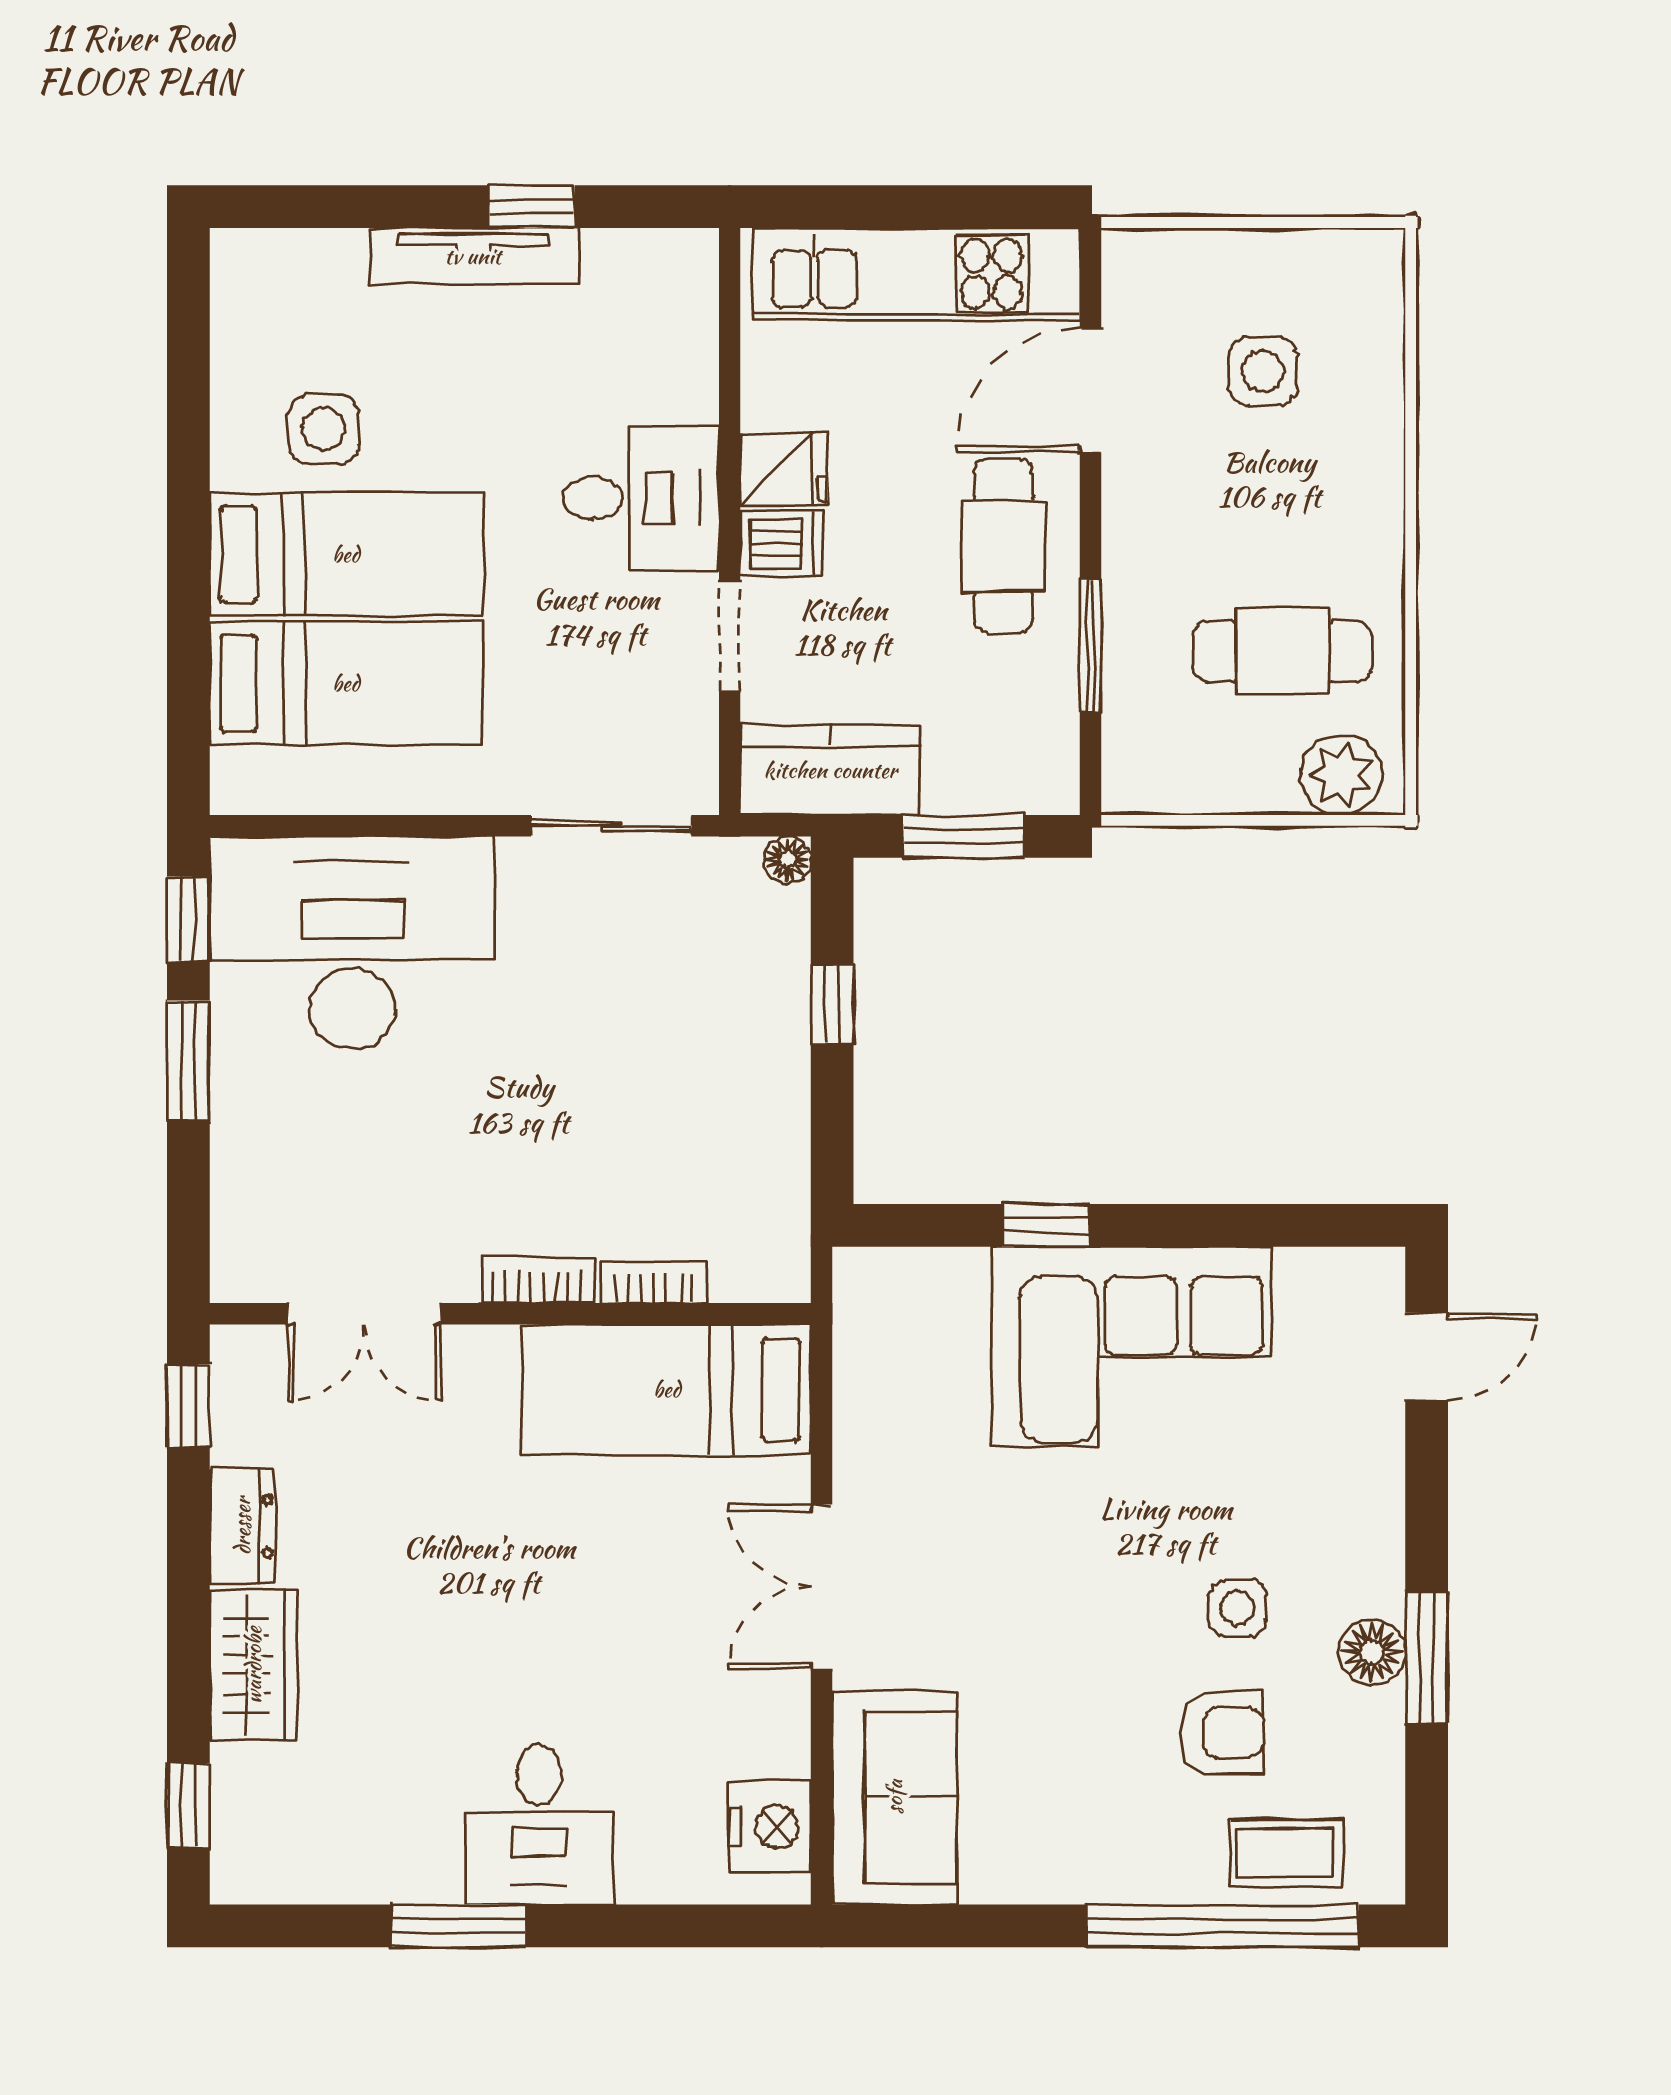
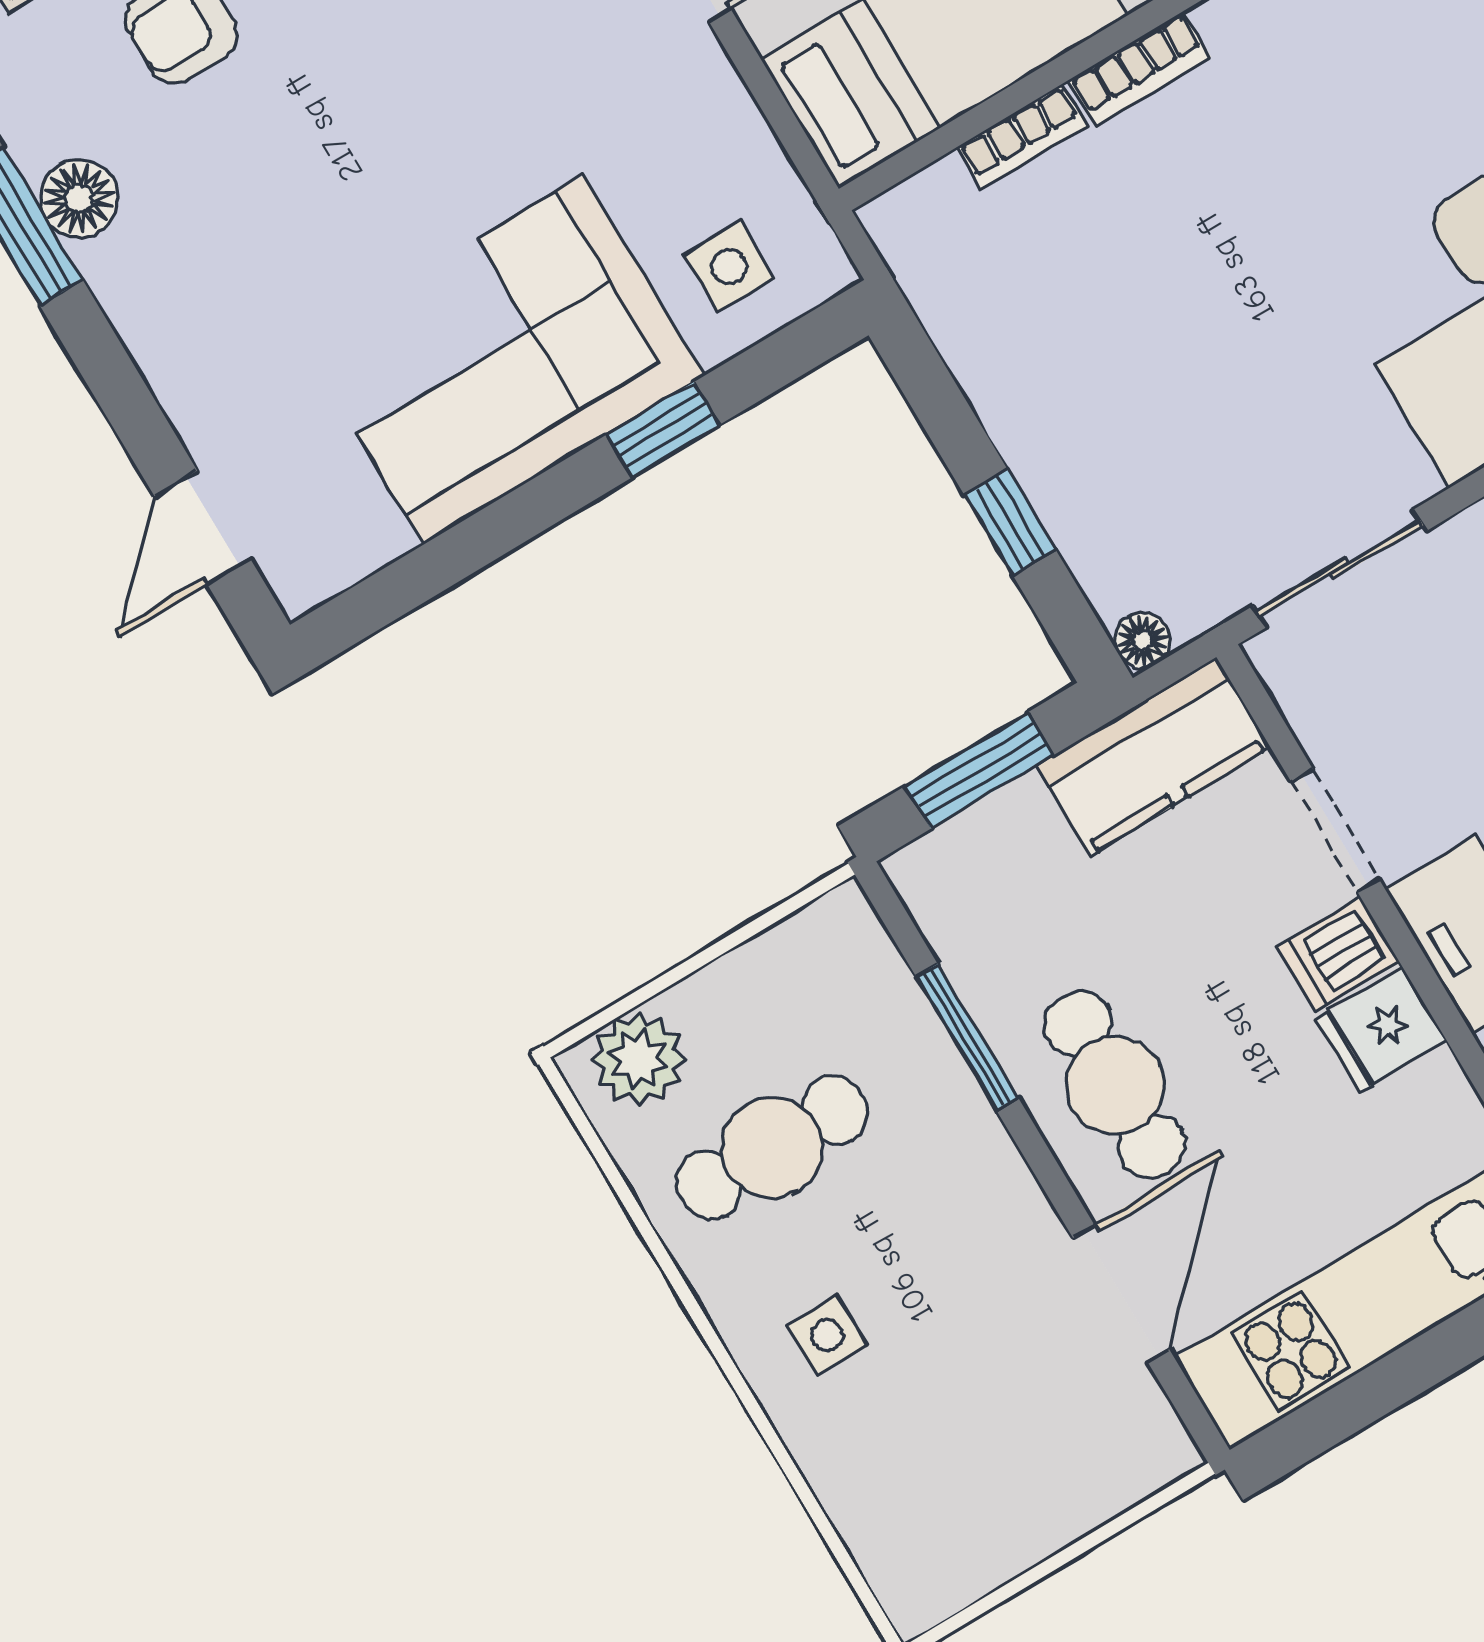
side table: (1263, 371) -> (827, 1336), moved, width x0.73, depth x0.73
side table: (1237, 1608) -> (729, 267), moved

